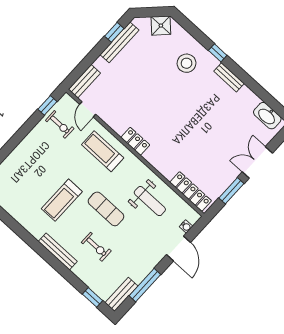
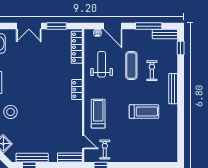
door: (88, 109) -> (83, 142), hinge flipped
locker: (135, 141) -> (77, 90), moved
treadmill: (103, 151) -> (98, 114), turned 180
exercise mat: (106, 209) -> (131, 65), moved
door: (179, 248) -> (113, 26), swing flipped

